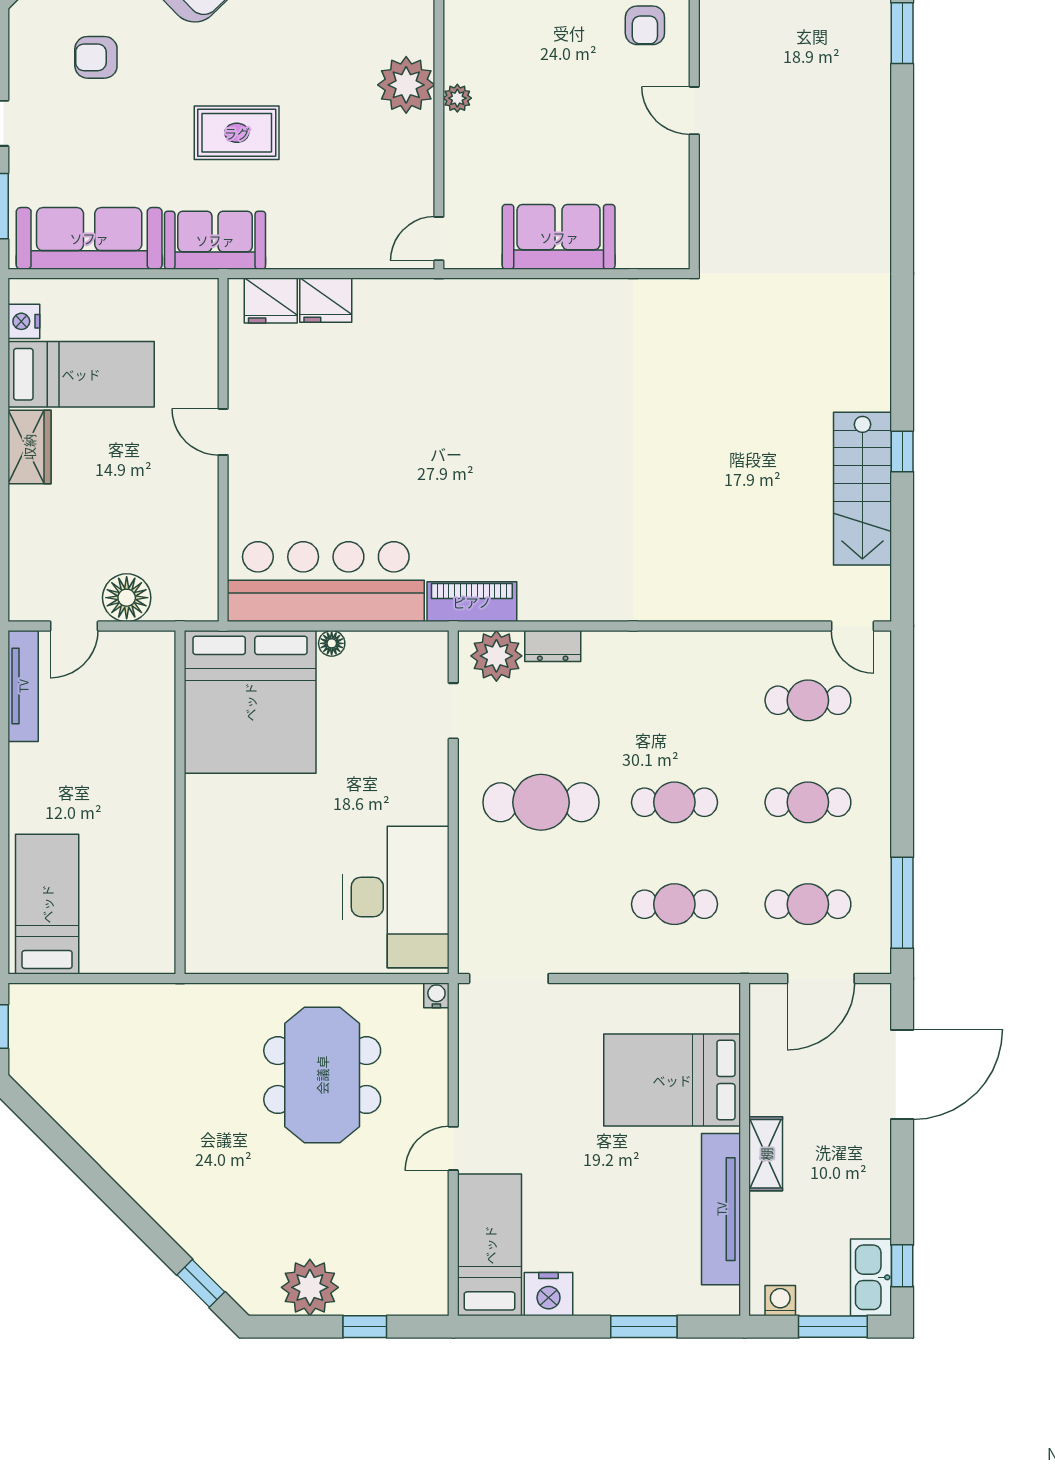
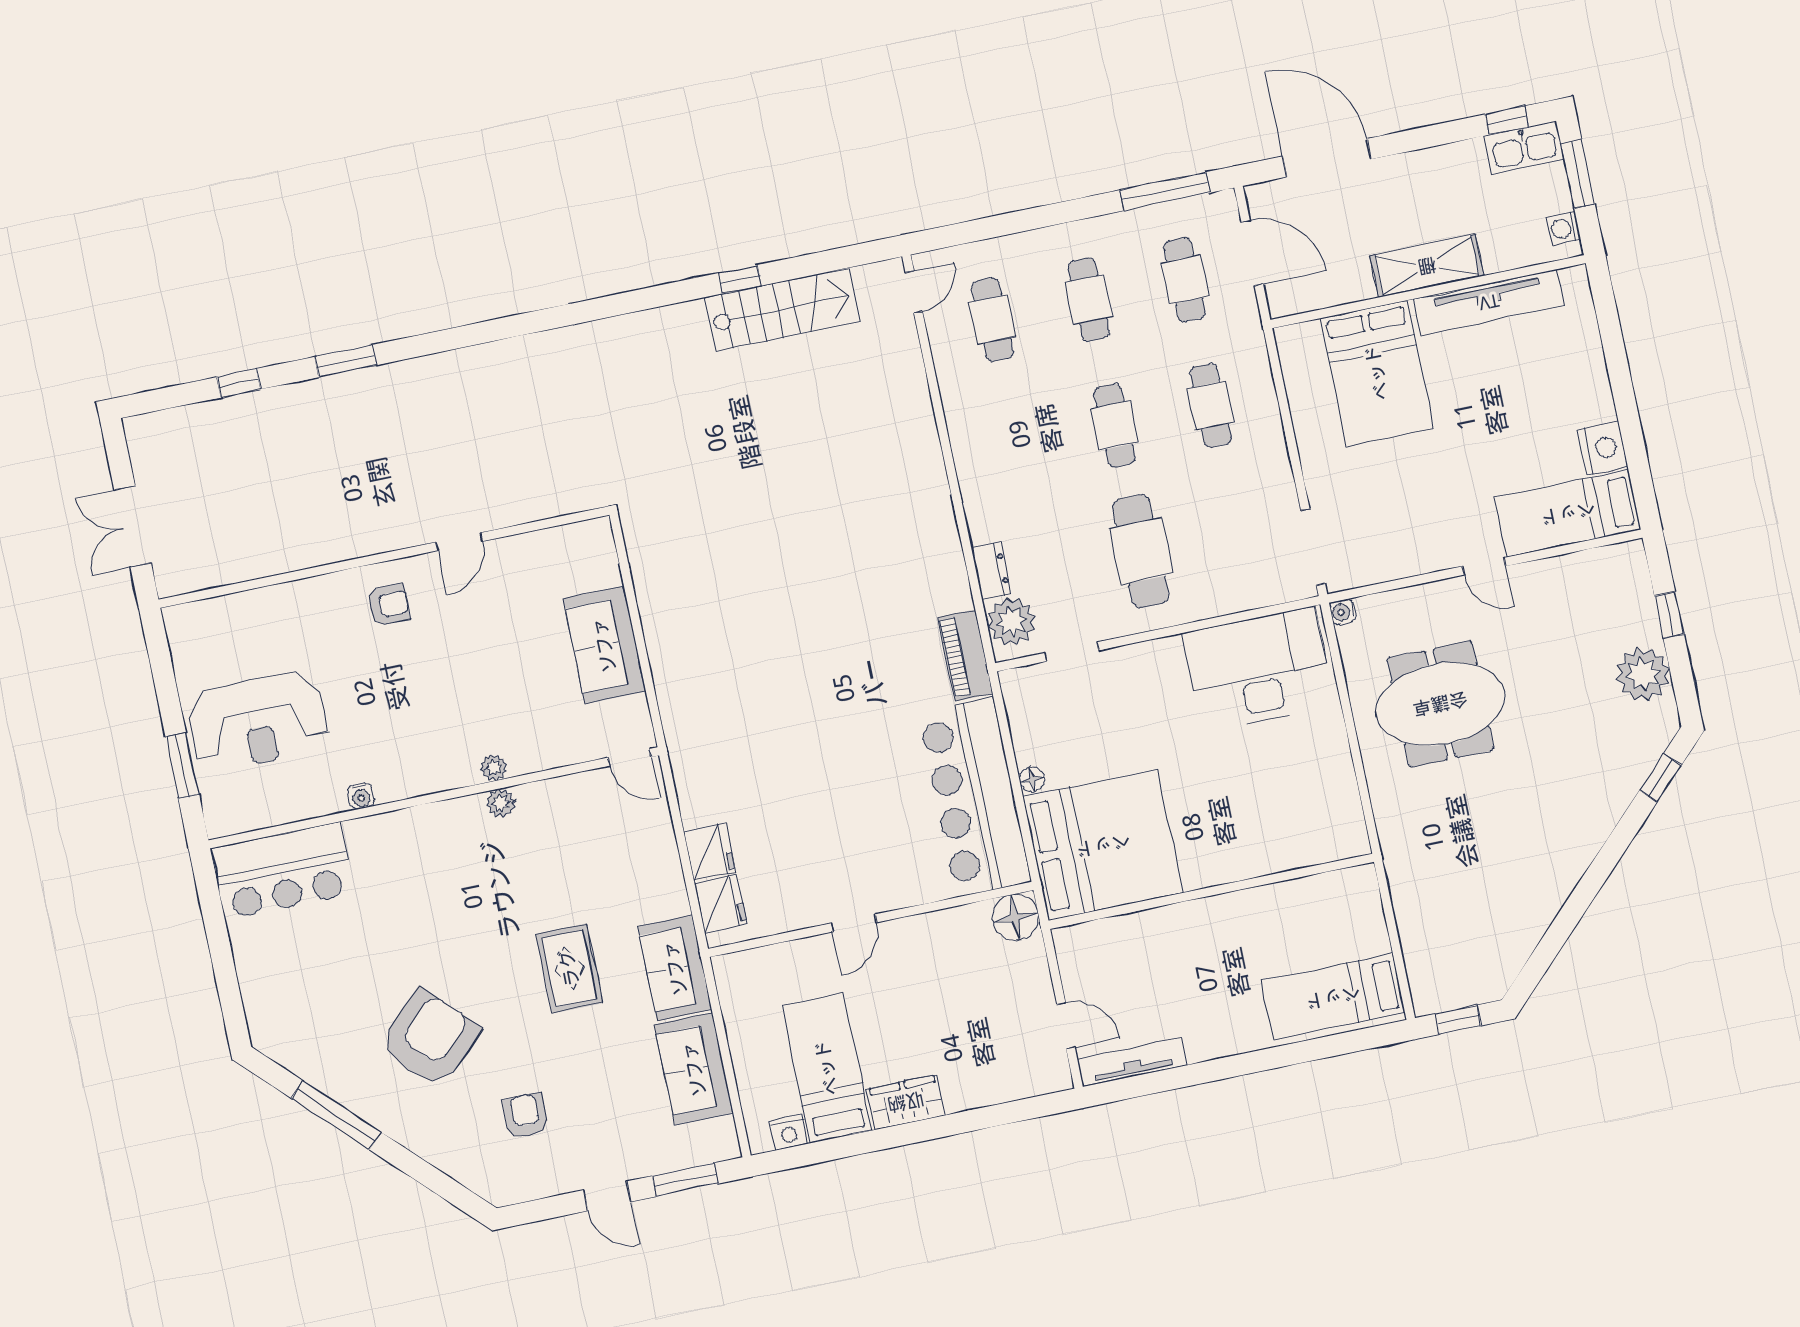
armchair: (96, 57) -> (526, 1116), turned 180
plant: (406, 85) -> (501, 803), width x0.53, depth x0.53
sofa: (89, 238) -> (694, 1069), width x0.73
floor lamp: (127, 598) -> (1016, 917), moved
shelving: (766, 1154) -> (1427, 266), width x1.50, depth x1.33
window: (644, 1327) -> (1615, 352), removed

